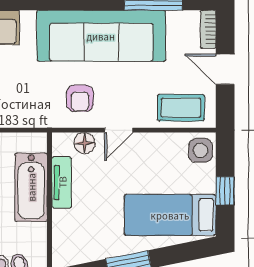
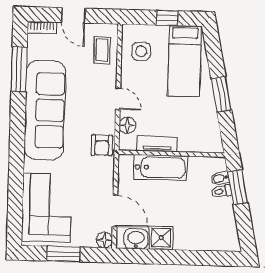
door: (225, 69) -> (73, 15), hinge flipped
armchair: (80, 98) -> (102, 145), moved, turned 90
coffee table: (181, 108) -> (102, 50), width x0.73, depth x0.77
side table: (200, 150) -> (141, 51), moved

